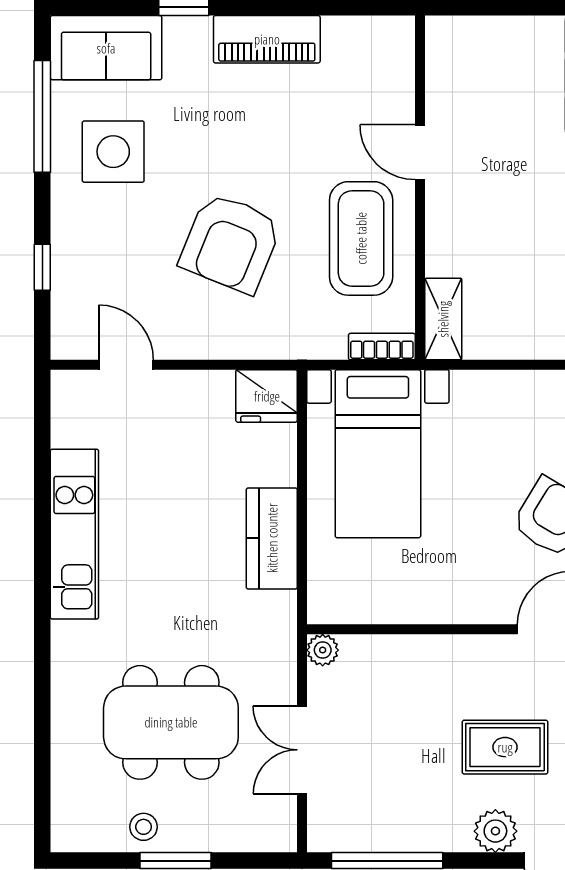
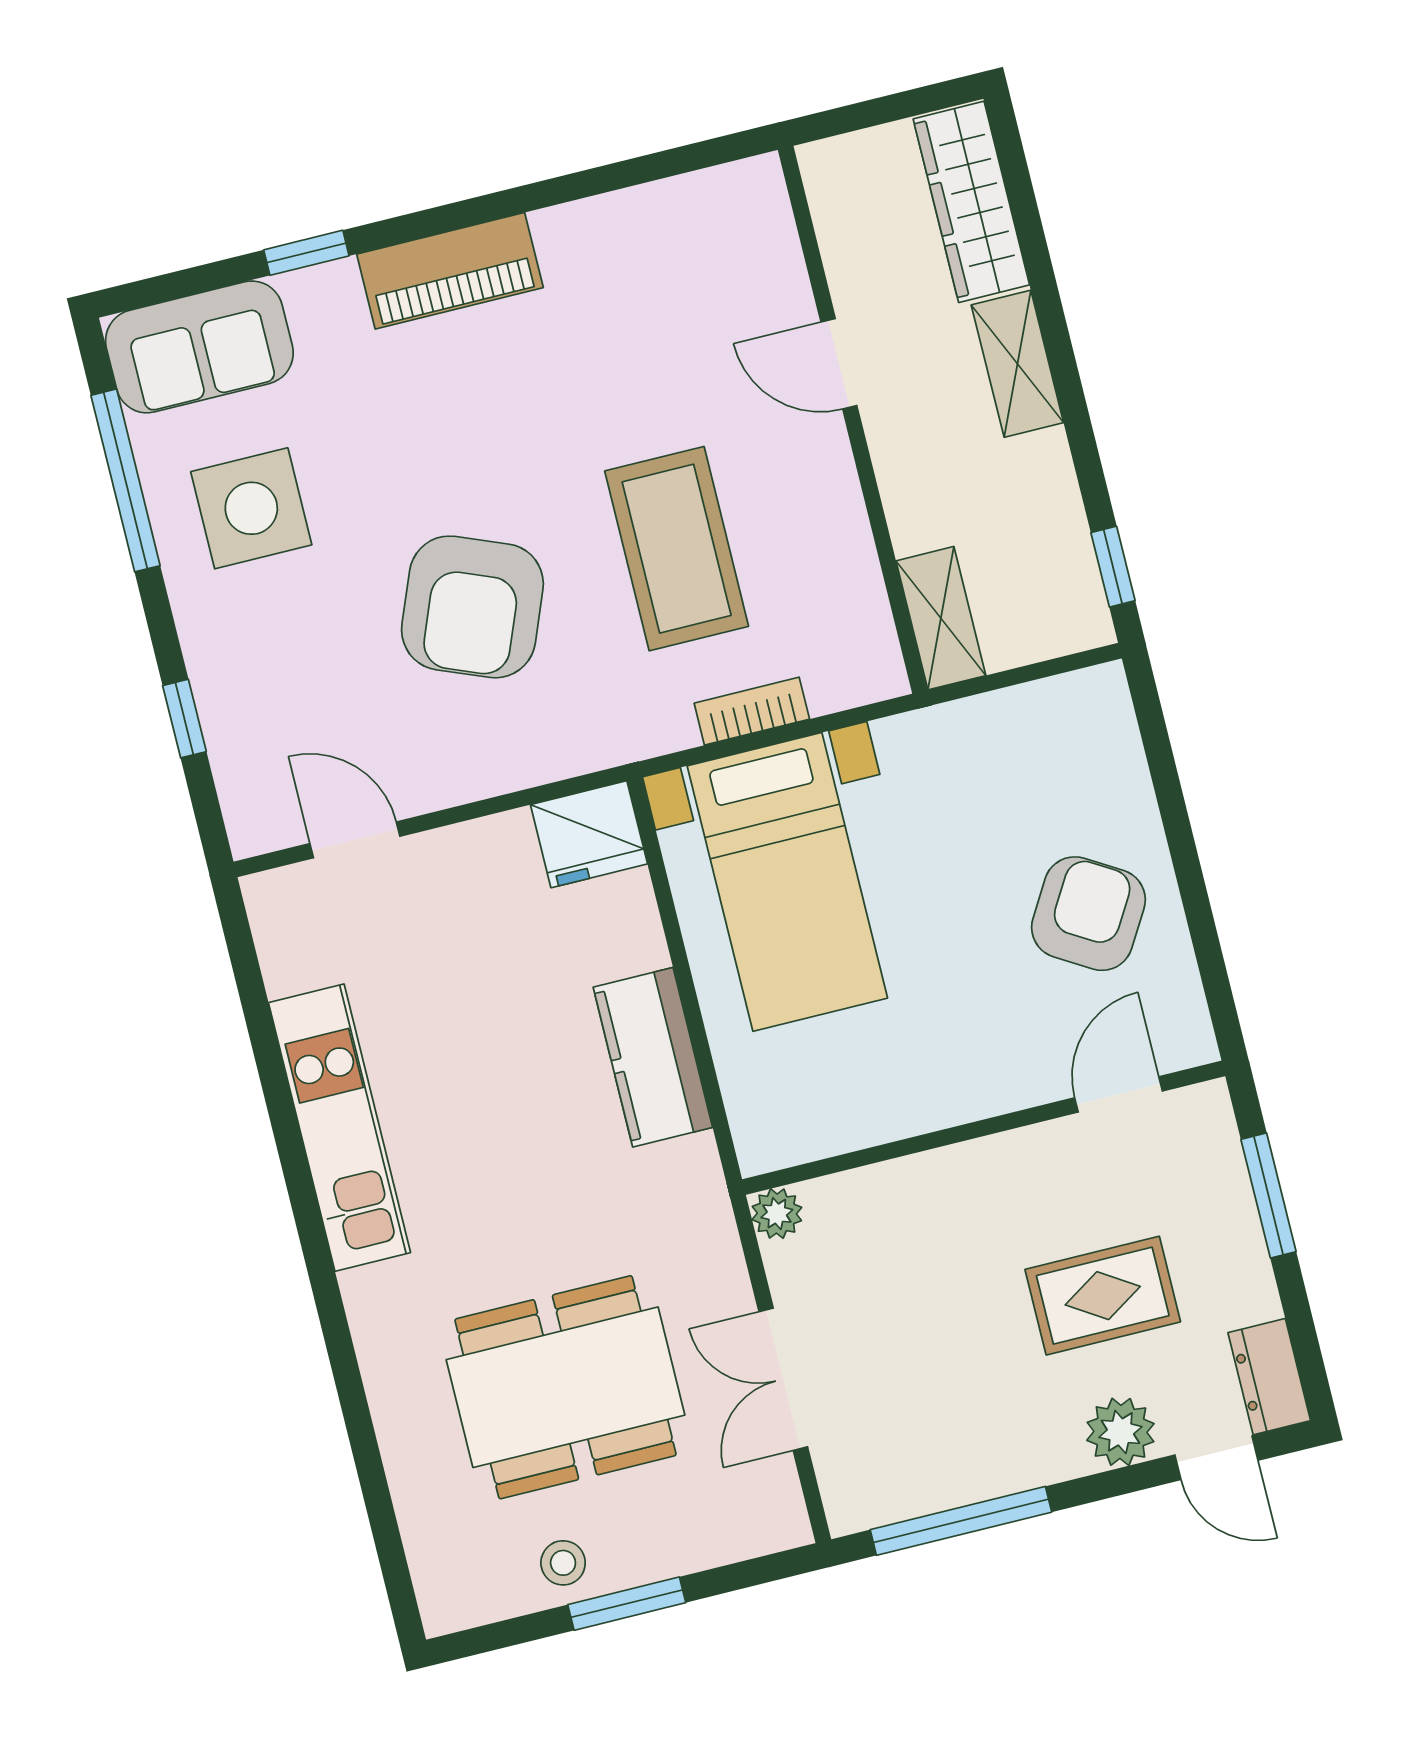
door: (420, 152) -> (839, 364), moved
wall: (420, 188) -> (853, 420), moved
shelving: (443, 319) -> (941, 618), moved

